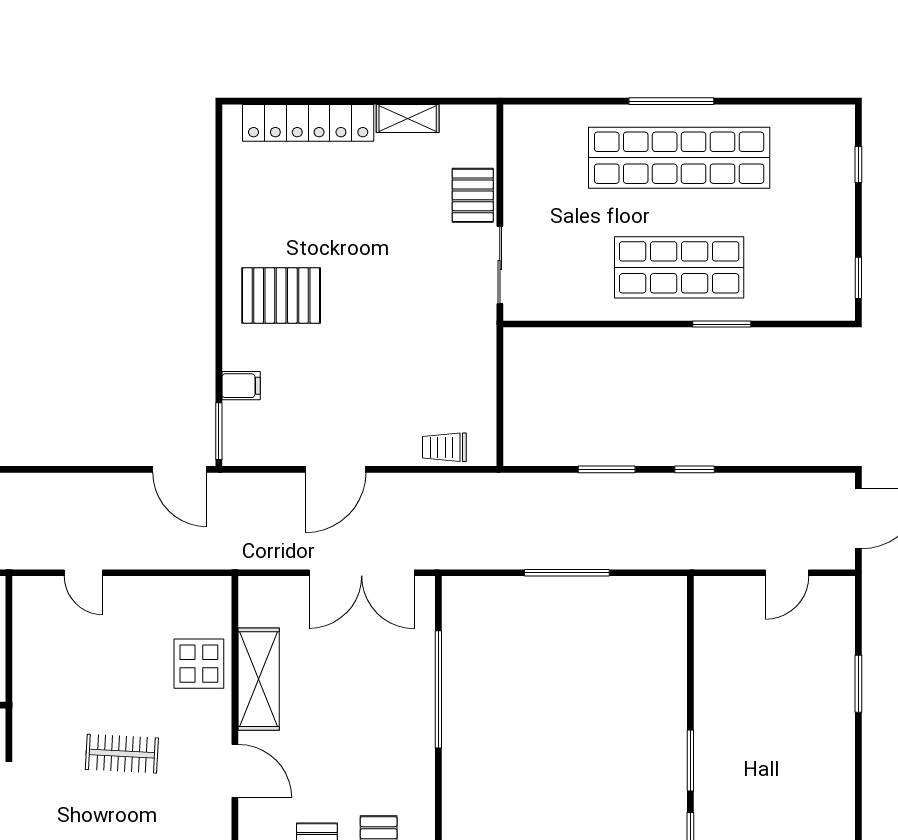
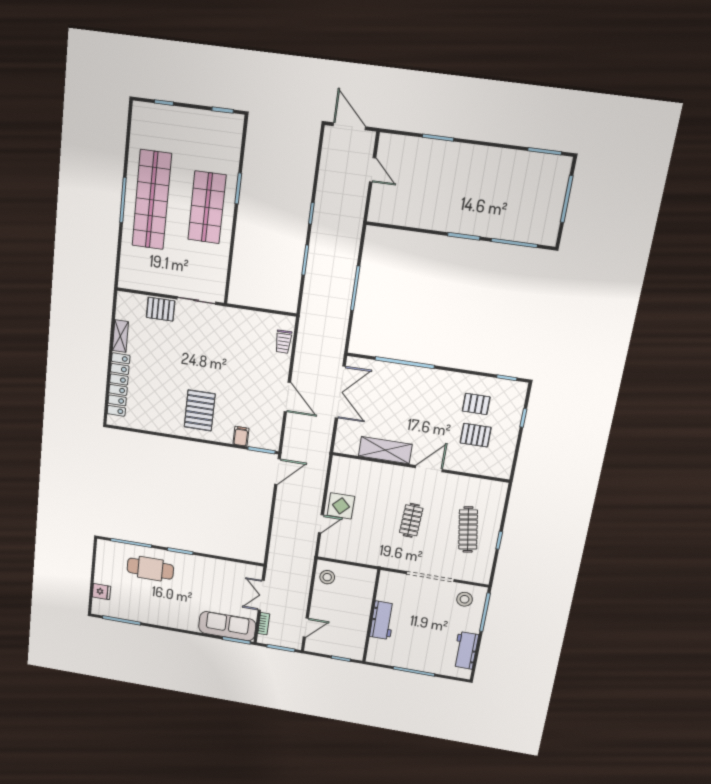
display table: (199, 664) -> (341, 506), moved

